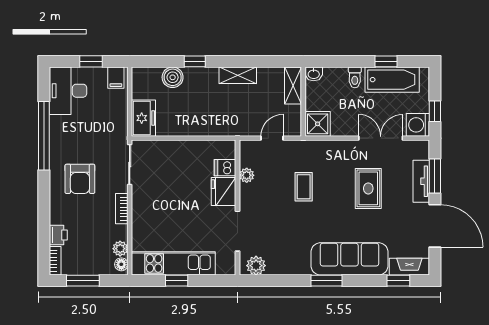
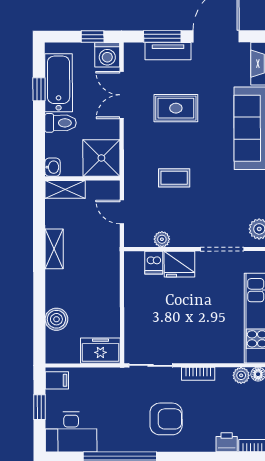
window: (195, 61) -> (39, 295), removed
toilet: (355, 77) -> (61, 123), width x1.37, depth x1.39
shower: (318, 124) -> (101, 158), width x1.36, depth x1.36

